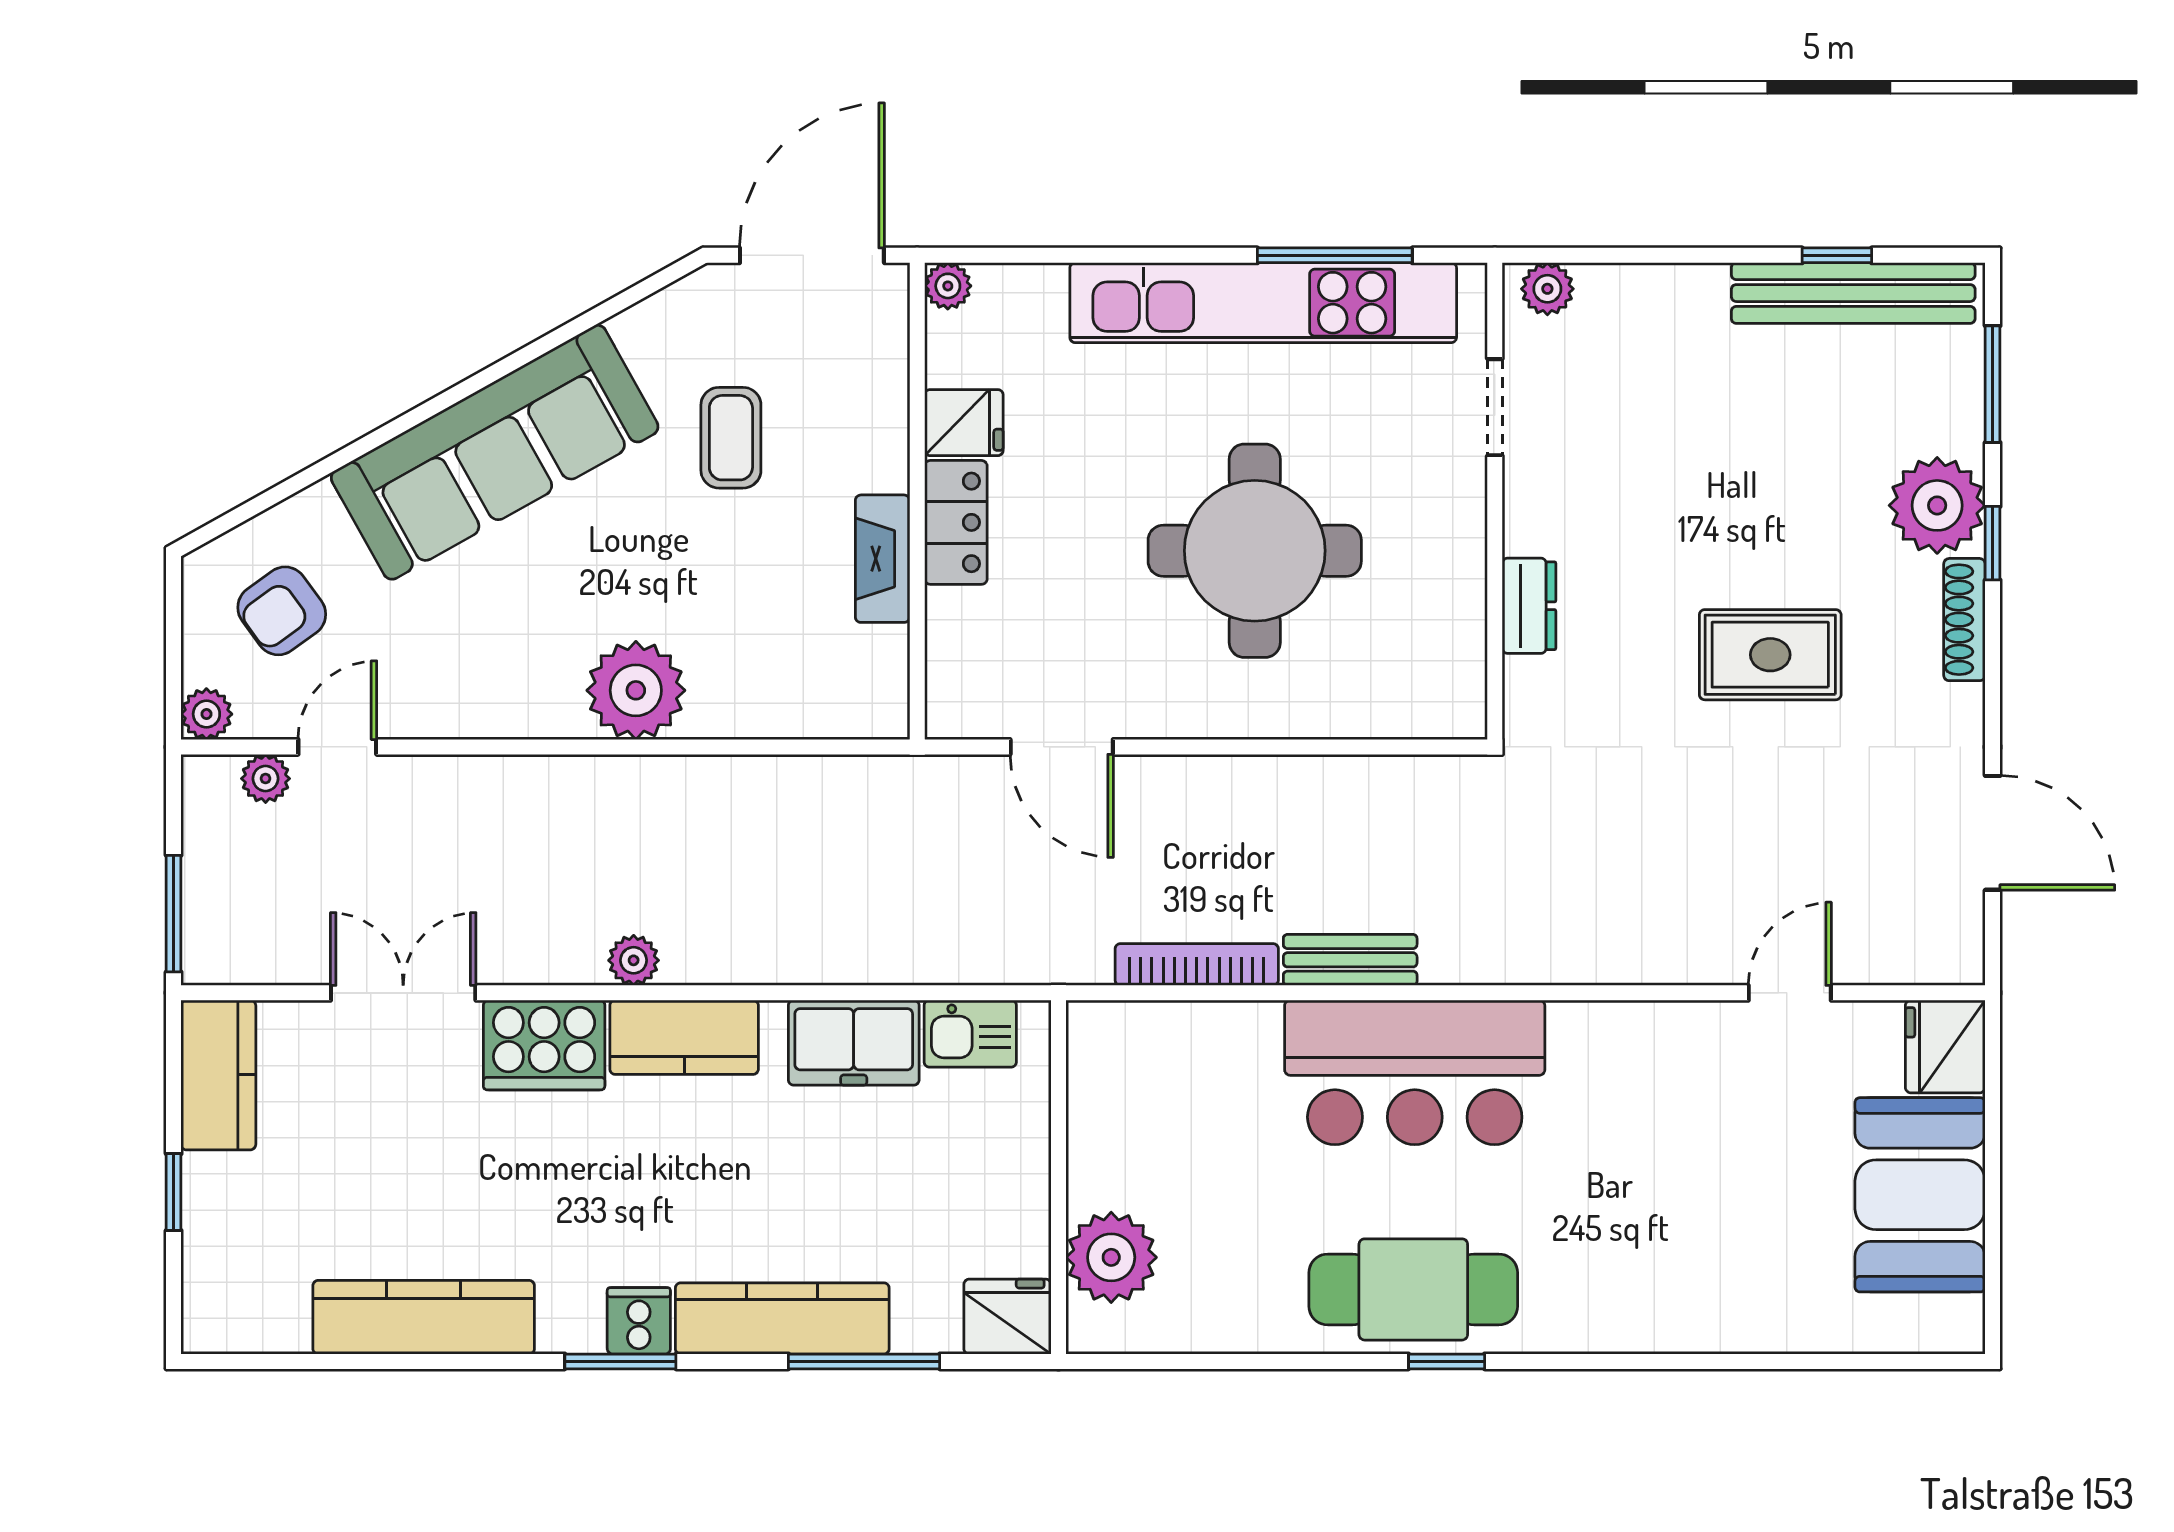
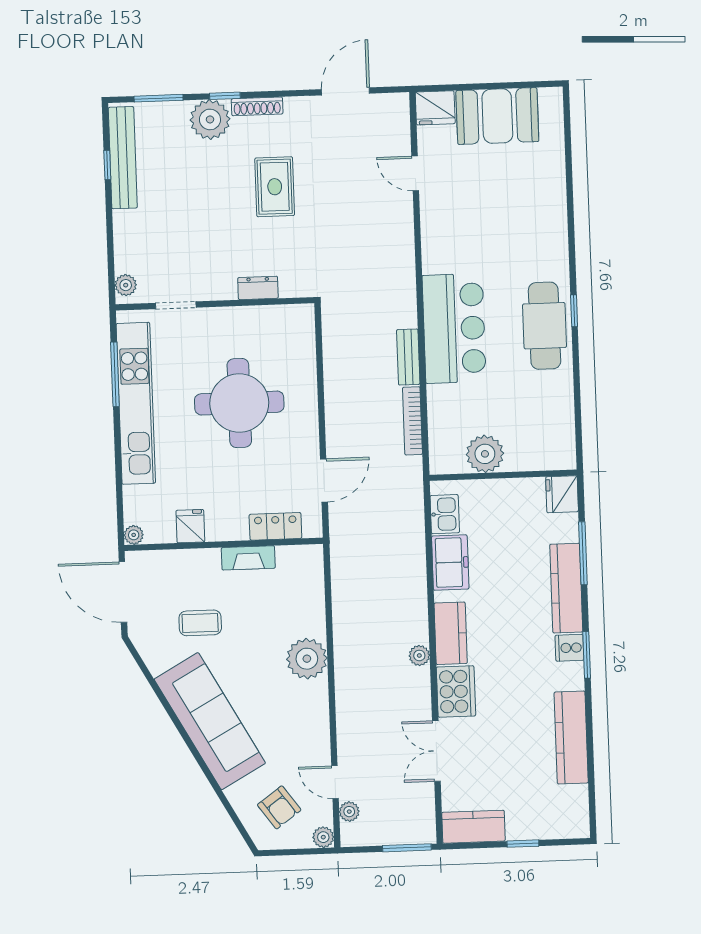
locker: (956, 522) -> (275, 526), moved
plant: (1111, 1257) -> (485, 454), moved

